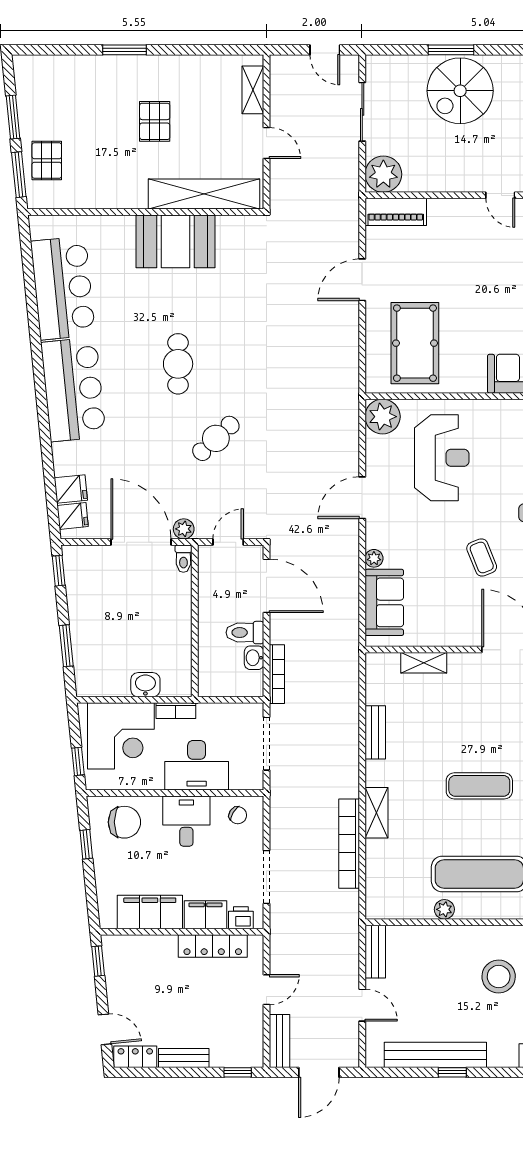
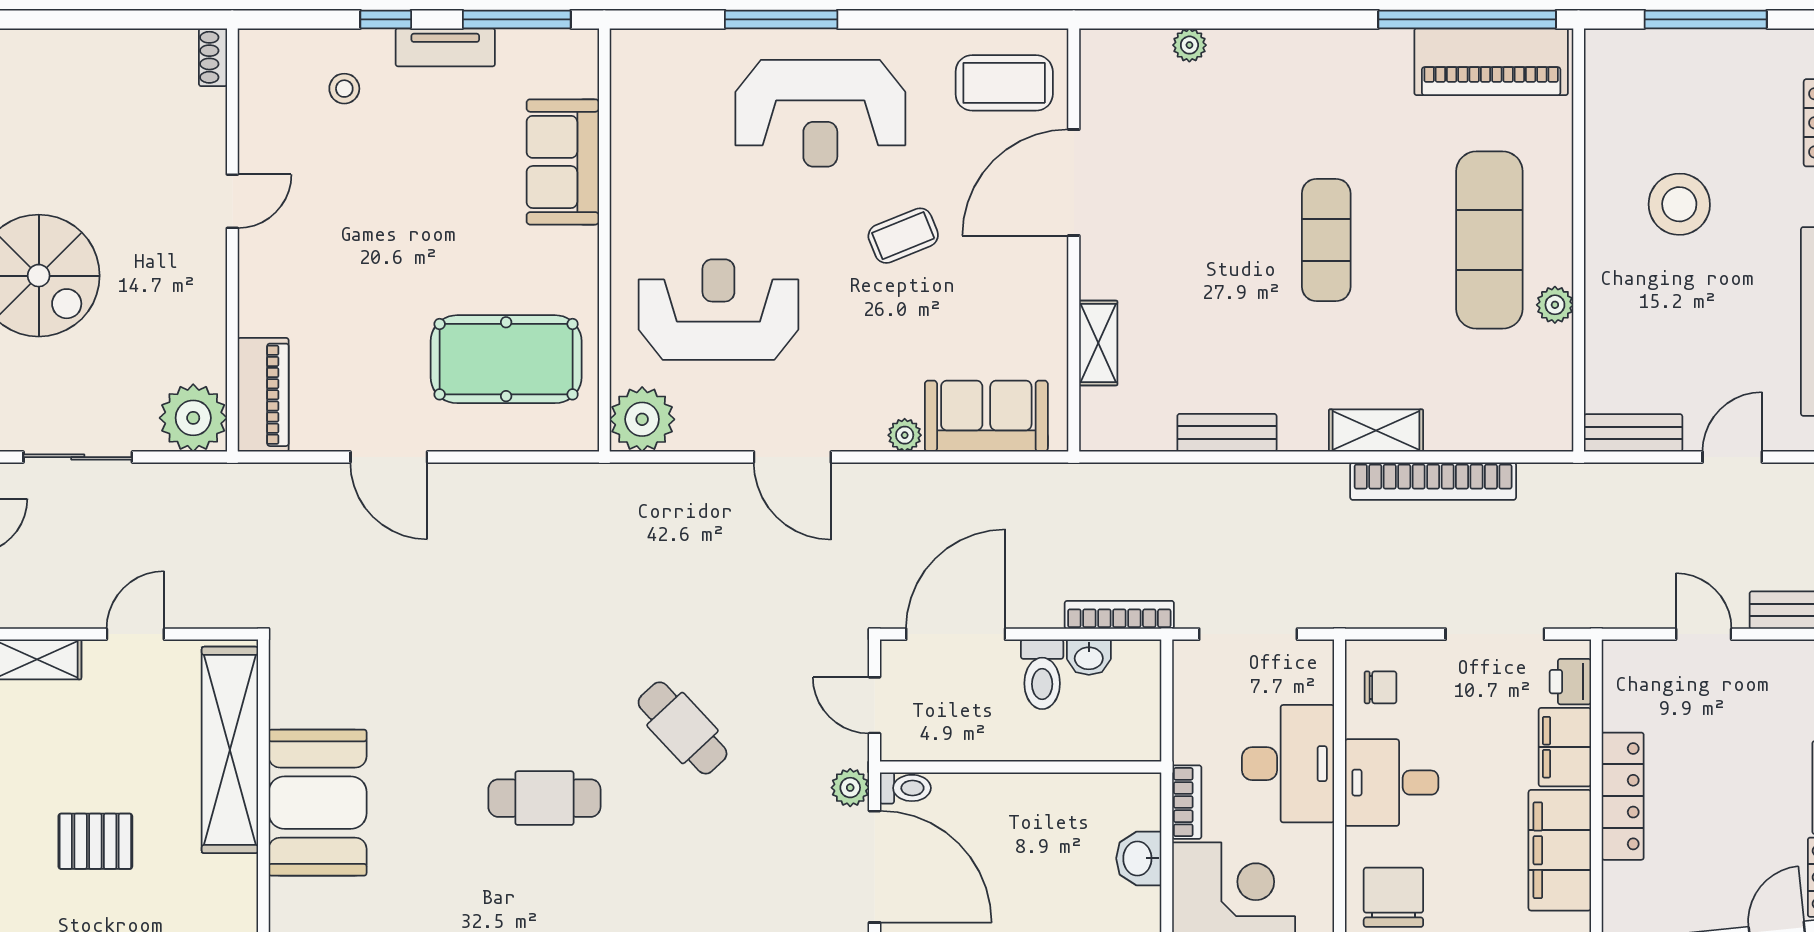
door: (141, 542) -> (874, 867), swing flipped
chair: (238, 815) -> (1381, 687), turned 58
locker: (213, 946) -> (1623, 796), moved

